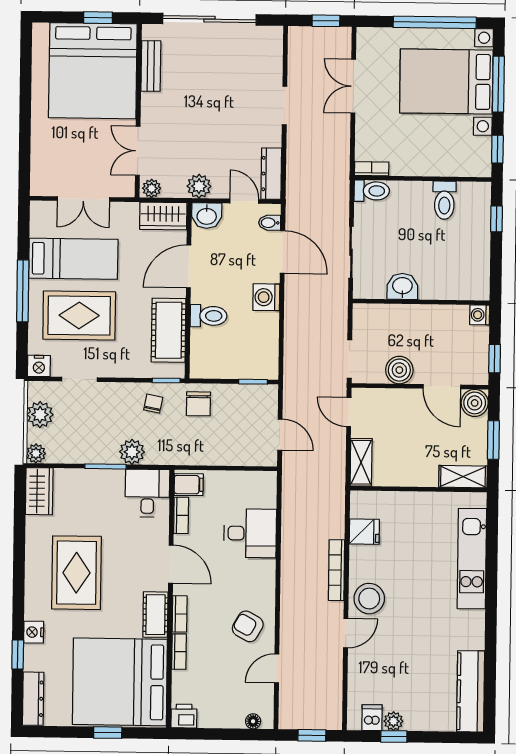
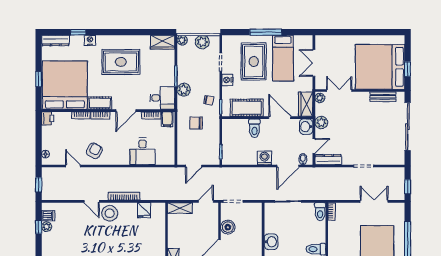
washbasin: (402, 286) -> (271, 242), moved
nightstand: (39, 366) -> (227, 80), moved
chair: (198, 404) -> (196, 123), moved

